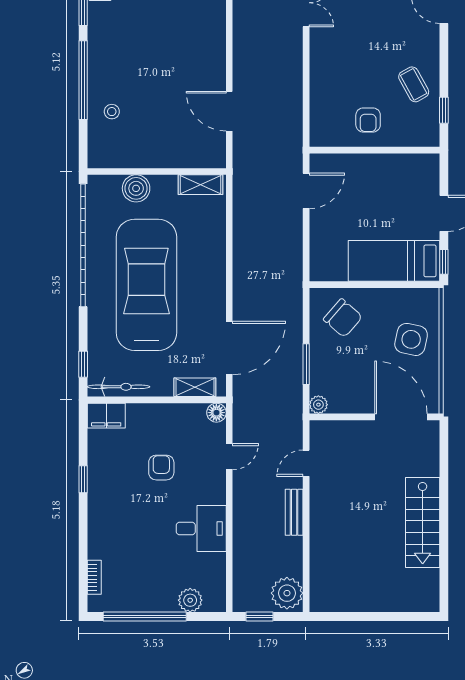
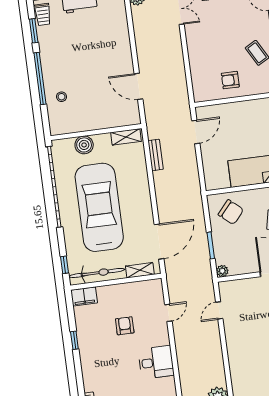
armchair: (368, 120) -> (230, 80), turned 90
bicycle: (119, 387) -> (97, 273), width x1.37, depth x1.40
floor lamp: (216, 413) -> (156, 285), removed
bench: (294, 512) -> (156, 155), moved

